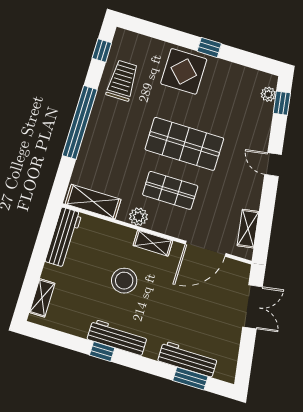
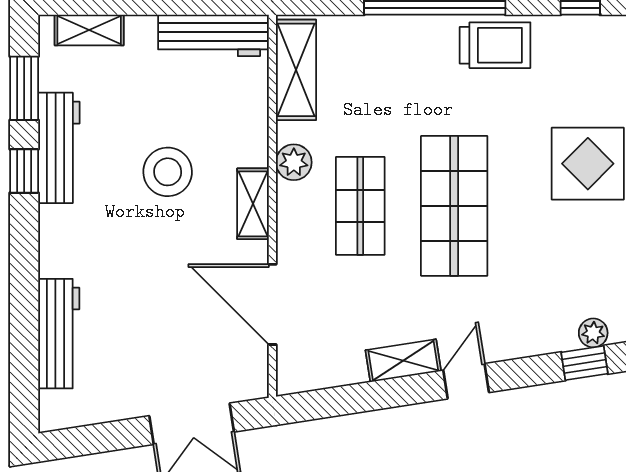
trolley: (122, 81) -> (495, 45), moved
shelving: (248, 229) -> (403, 361), moved
workbench: (117, 337) -> (59, 148), moved
window: (190, 378) -> (24, 88), moved

